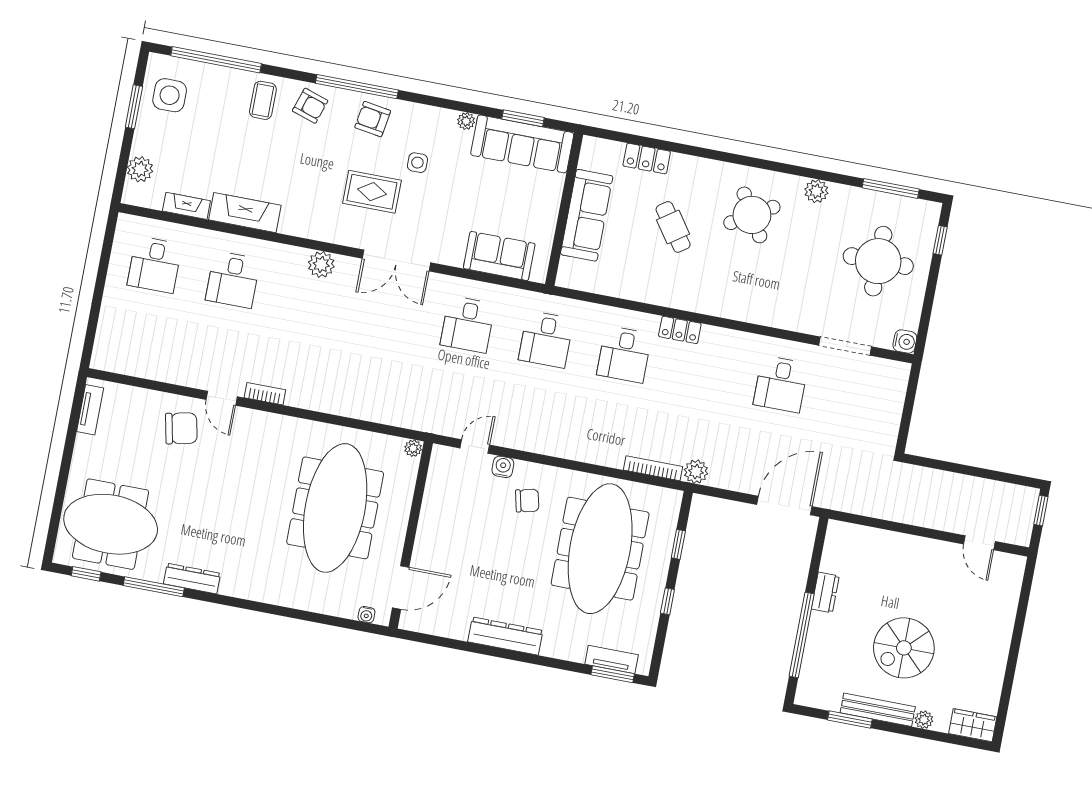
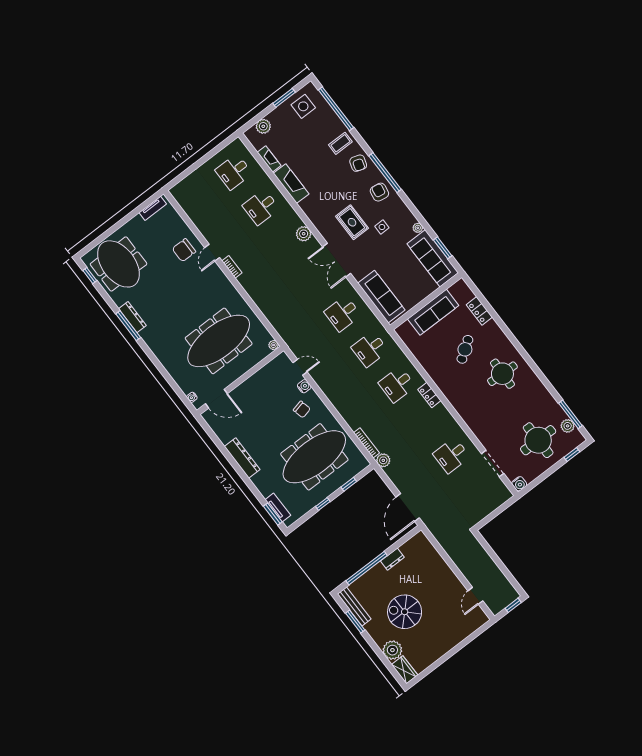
plant: (816, 191) -> (568, 426), moved
round table: (752, 215) -> (502, 374), turned 33
sofa: (499, 256) -> (381, 297), width x1.36
chair: (181, 428) -> (184, 250), turned 102
door: (784, 506) -> (408, 508), swing flipped
window: (154, 587) -> (128, 326), moved
bench: (878, 710) -> (354, 607), moved
plant: (924, 720) -> (392, 650), width x1.87, depth x1.87

